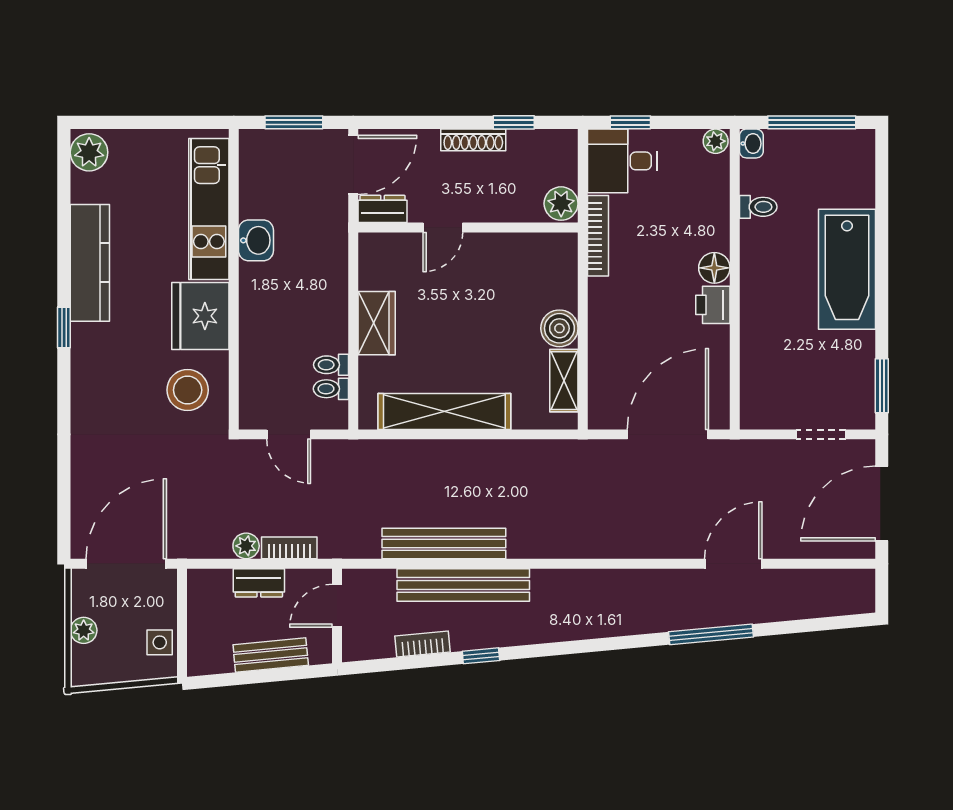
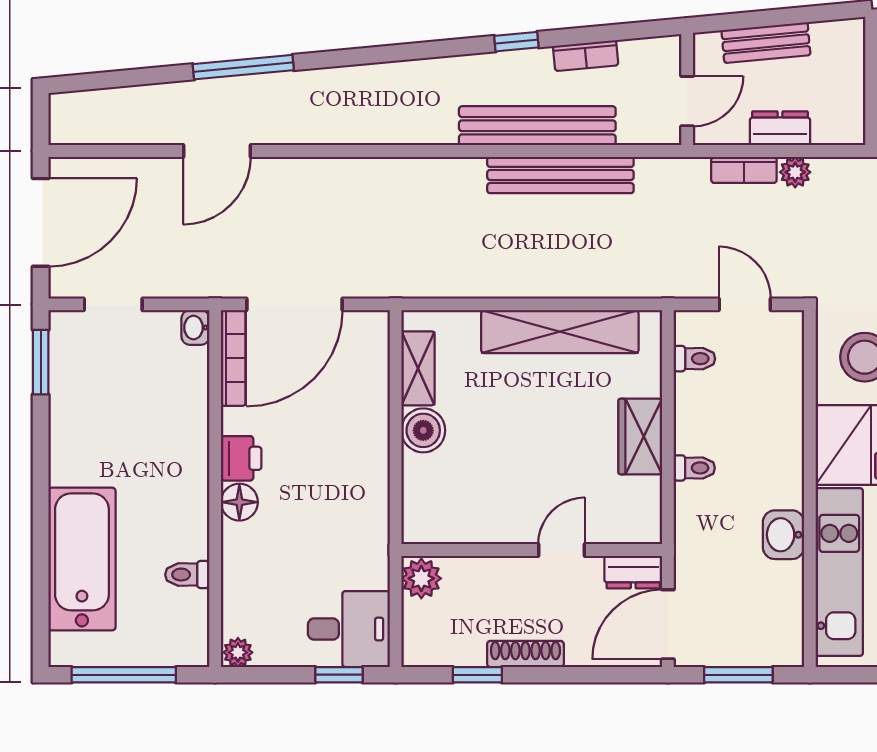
washbasin: (751, 143) -> (195, 328), moved
bookcase: (598, 236) -> (233, 358), moved, turned 180
bathtub: (847, 269) -> (82, 559), moved
toilet: (331, 365) -> (694, 468), moved

